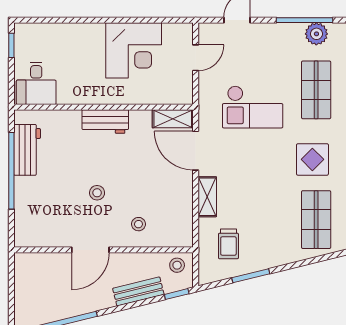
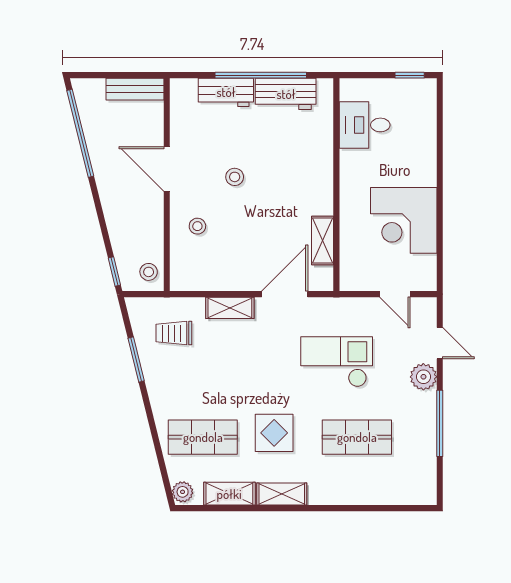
plant: (316, 34) -> (423, 377), moved
desk: (36, 83) -> (365, 125), moved
checkout: (253, 107) -> (337, 362), turned 90
shelving: (173, 119) -> (323, 240), moved
workbench: (105, 122) -> (226, 92), moved, turned -90
bench: (138, 291) -> (135, 89), moved, turned -76

